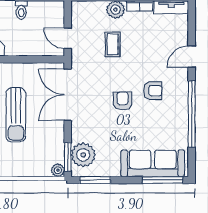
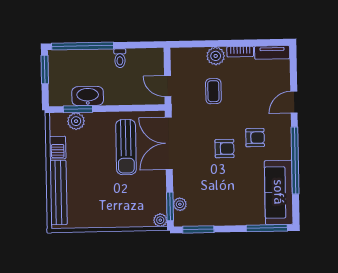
armchair: (123, 101) -> (225, 149), turned 90
sun lounger: (16, 115) -> (126, 147), moved
plant: (83, 155) -> (180, 204), width x0.53, depth x0.53
sofa: (153, 163) -> (279, 192), moved, turned -90

